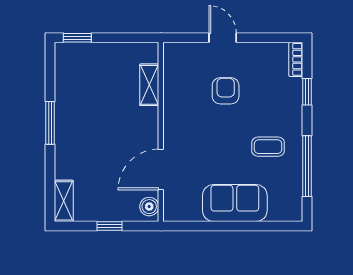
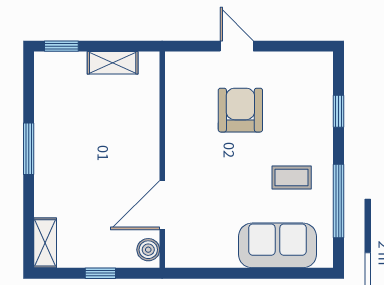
bookcase: (296, 59) -> (325, 72), removed
shelving: (149, 85) -> (113, 63), moved, turned 90
armchair: (226, 91) -> (240, 110), width x1.38, depth x1.38
sofa: (235, 203) -> (278, 245), moved

